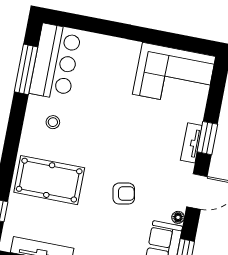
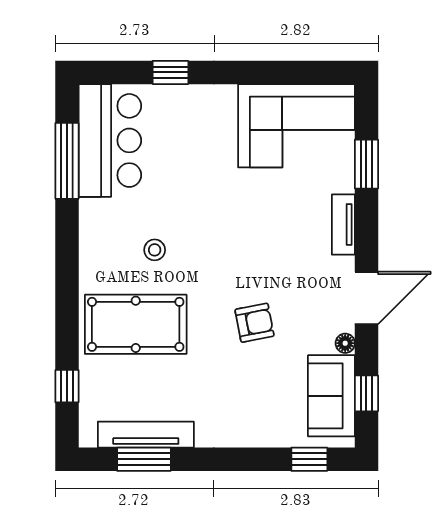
window: (102, 27) -> (170, 72), added
stool: (53, 122) -> (155, 250), moved
window: (207, 138) -> (366, 164), moved

